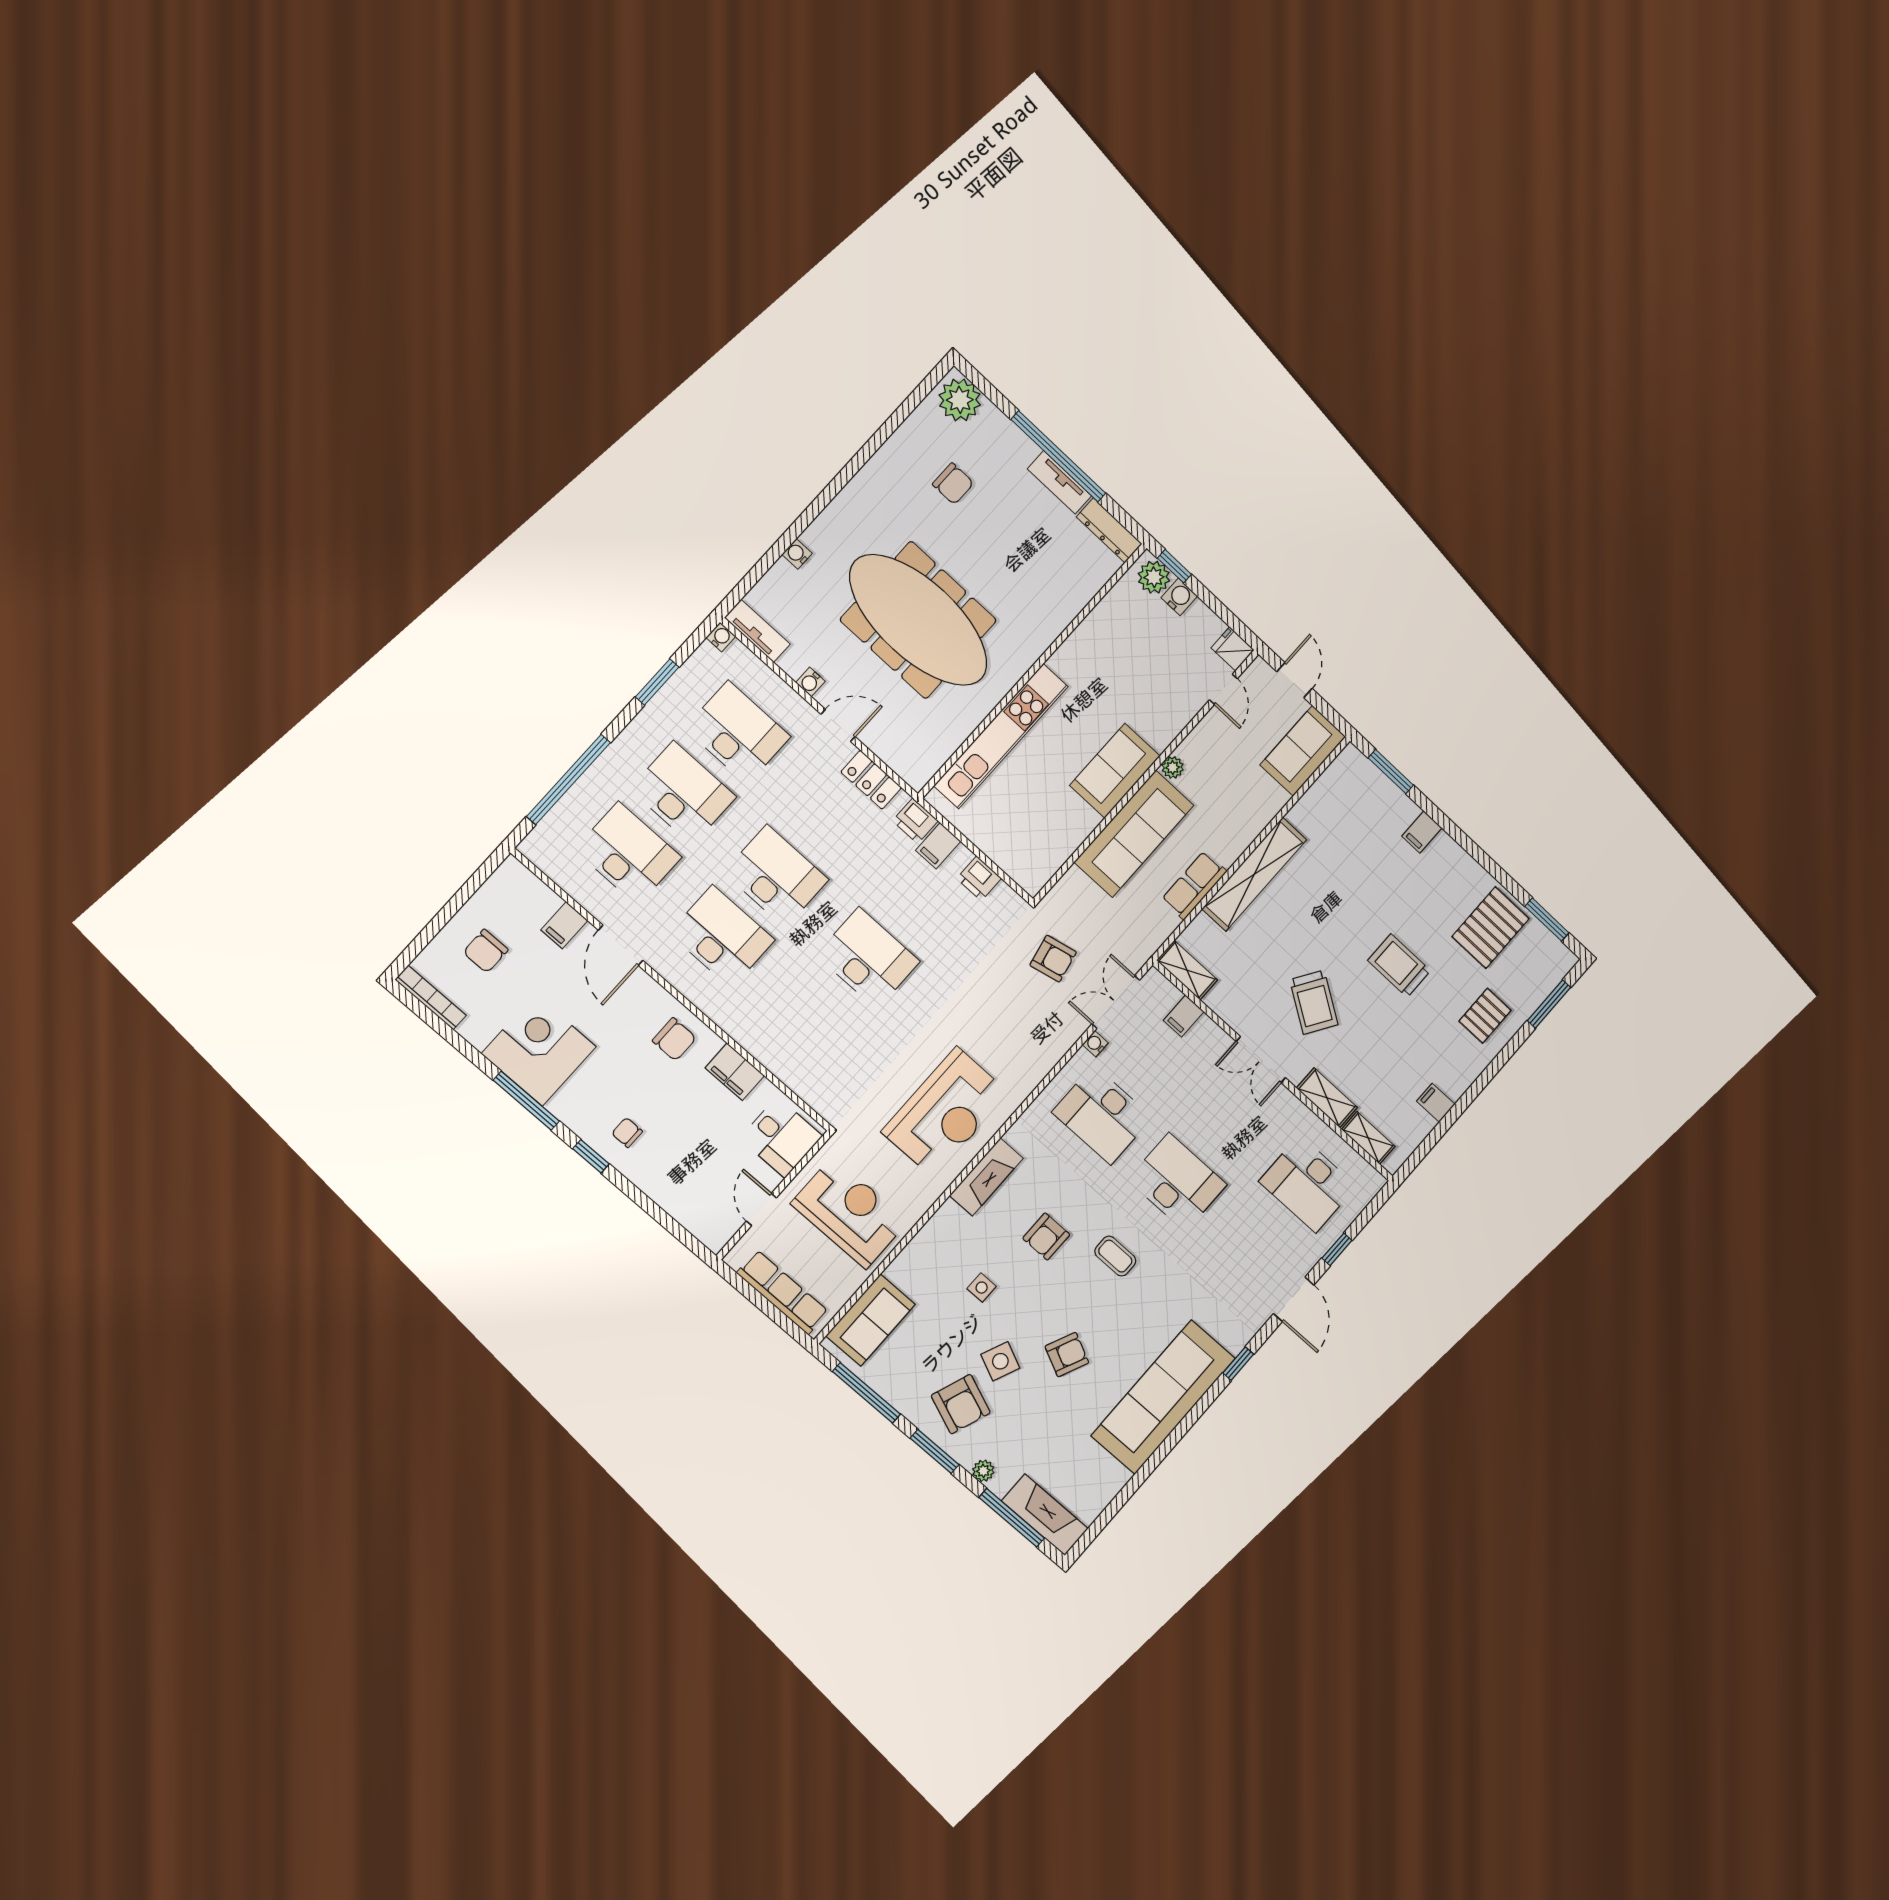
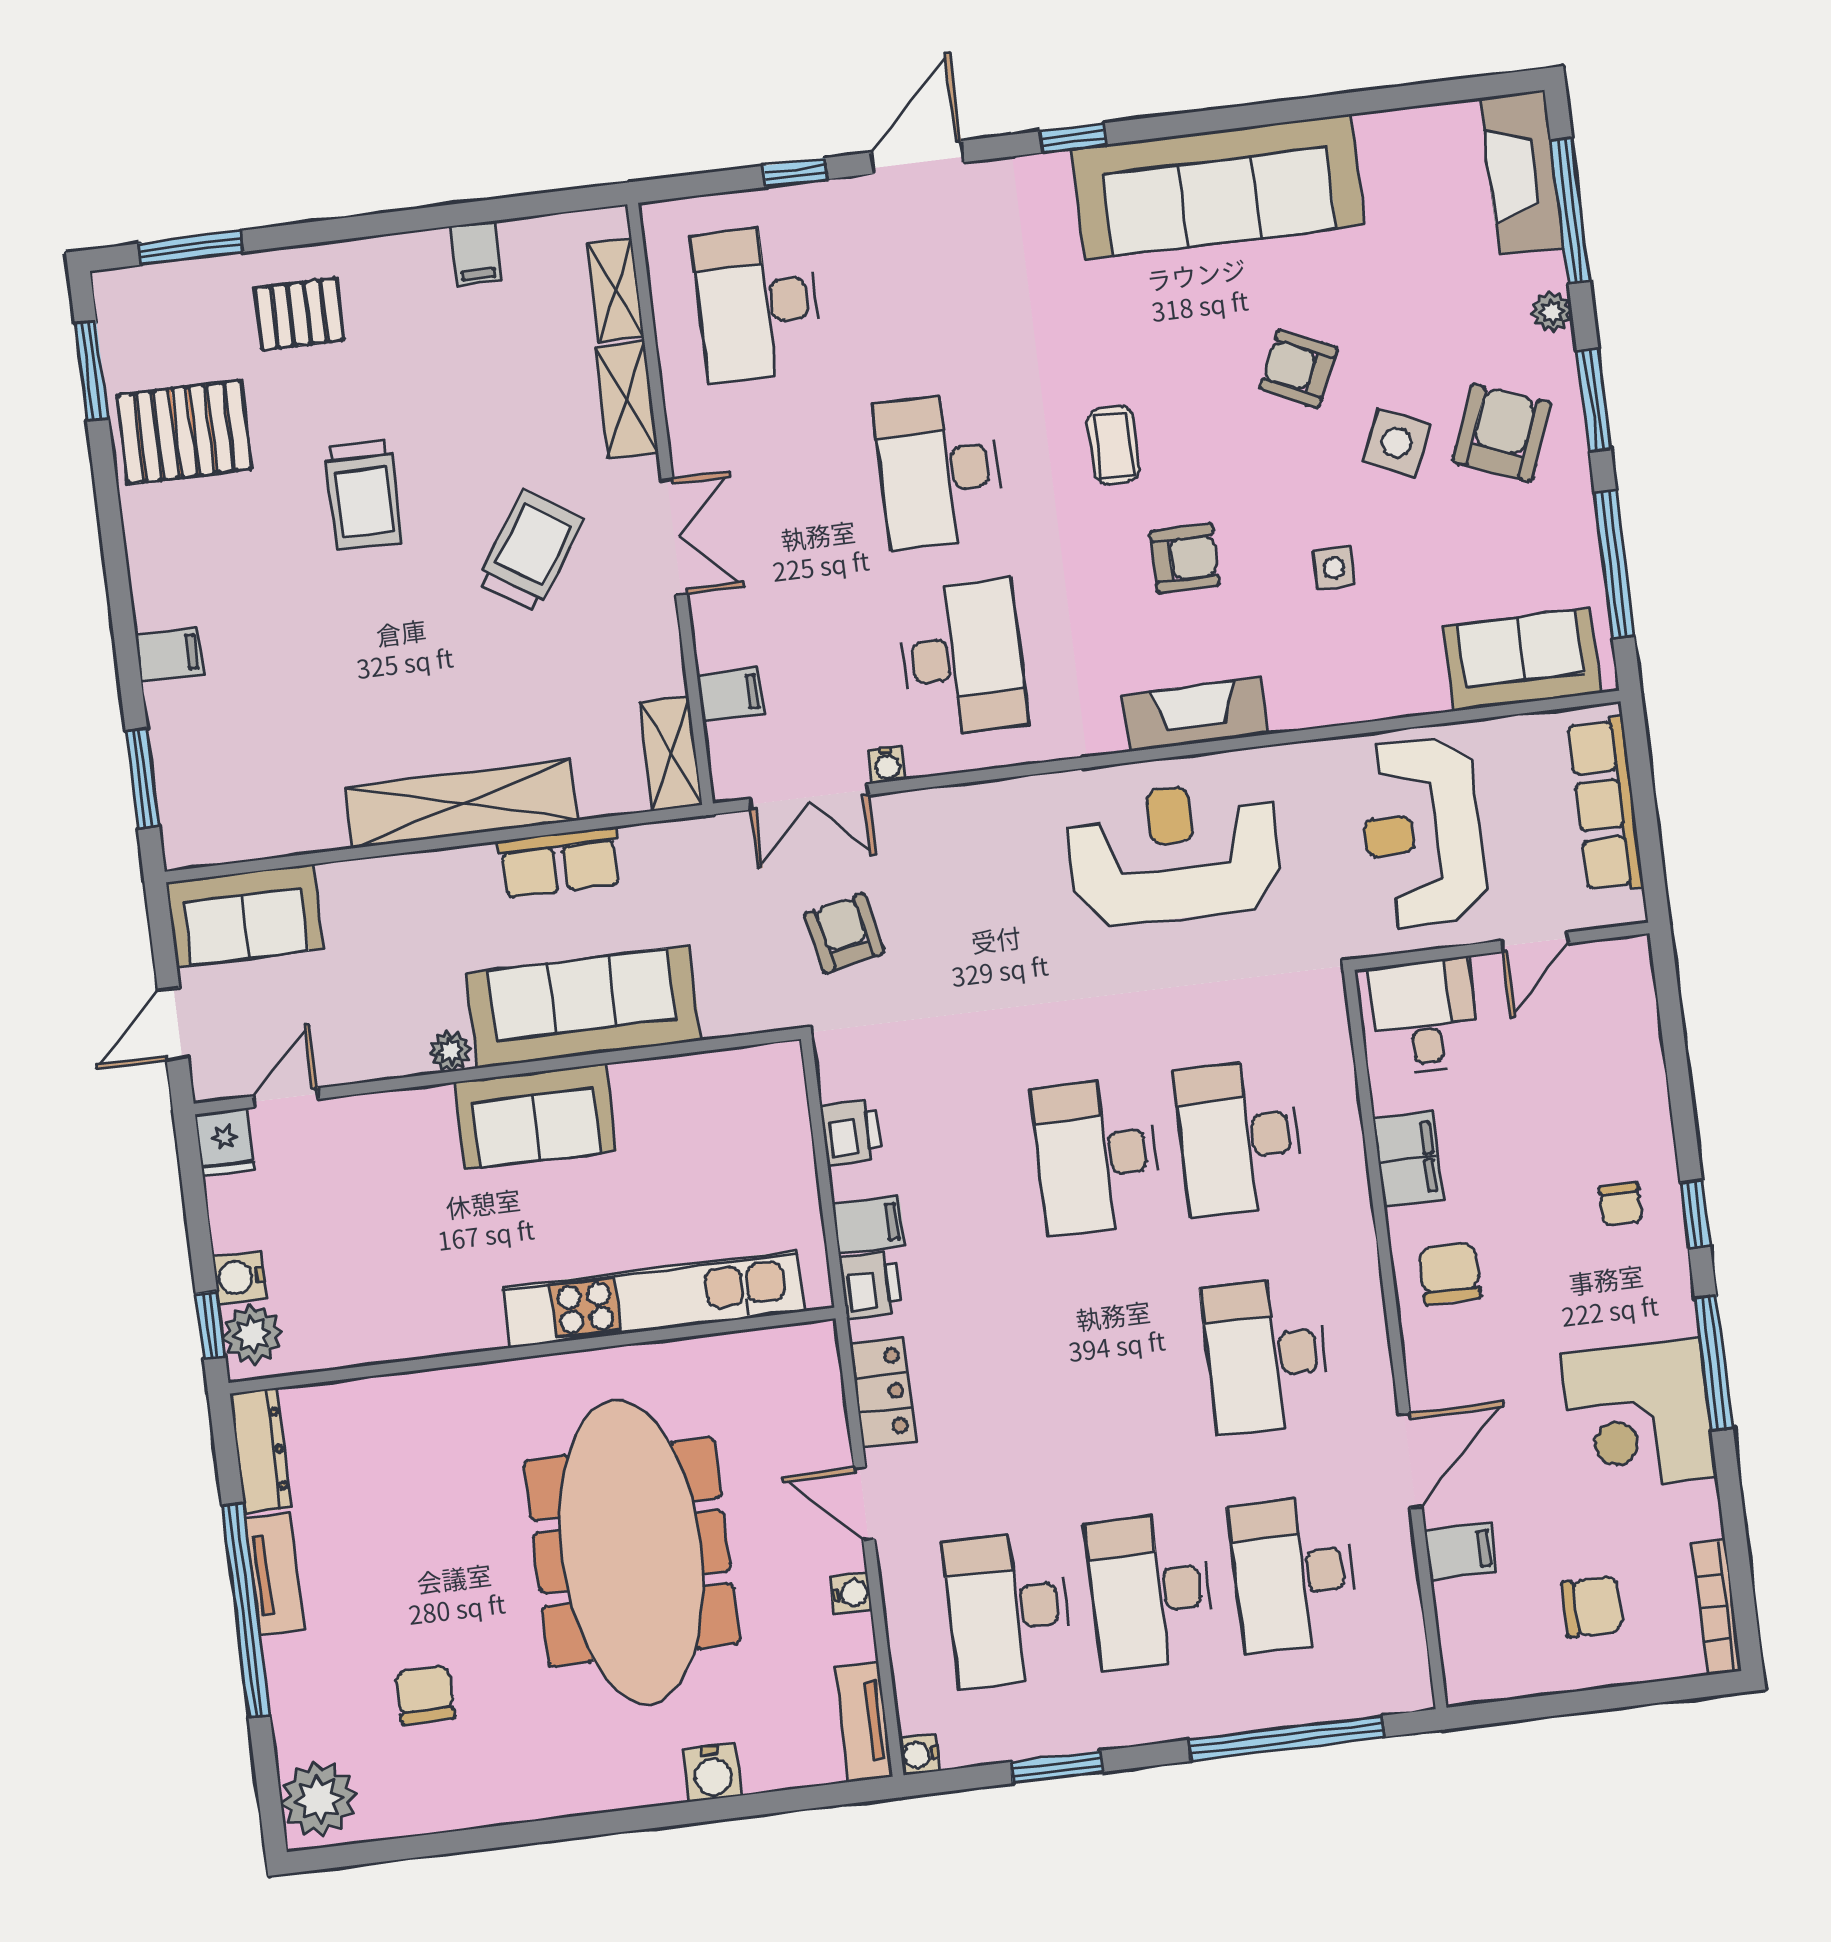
water cooler: (797, 554) -> (713, 1772), width x1.38, depth x1.38
desk: (776, 876) -> (1239, 1138), moved
desk: (1308, 1184) -> (758, 303), turned 180

